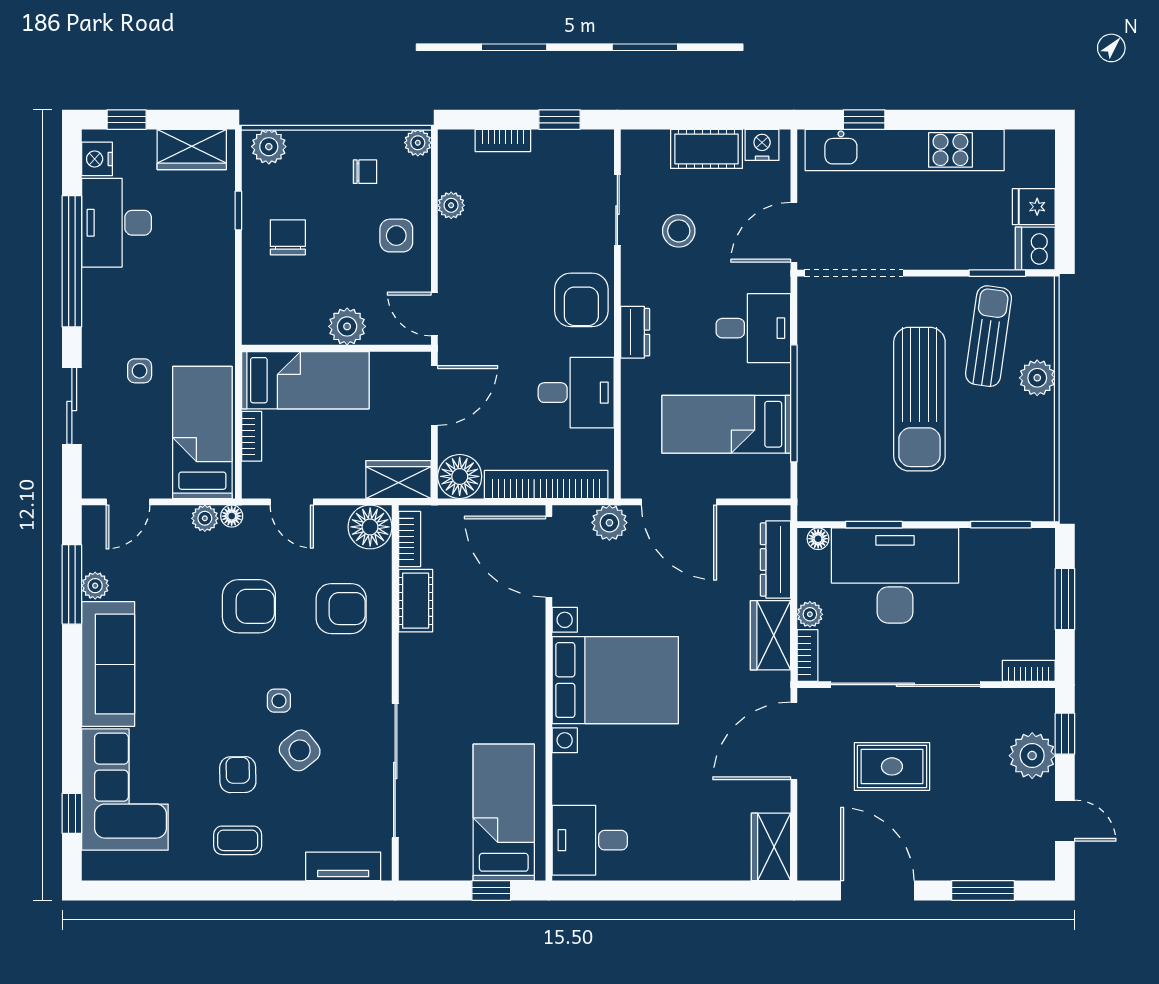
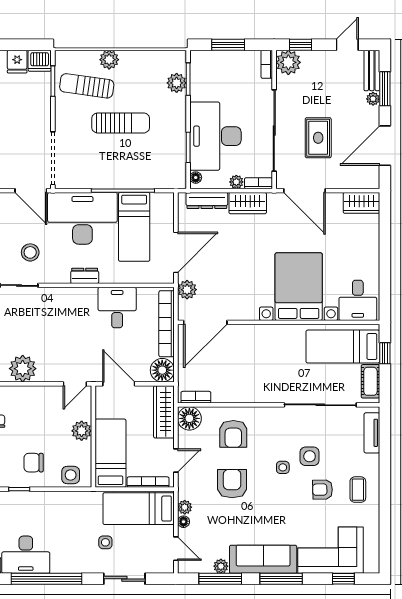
plant: (451, 205) -> (23, 369), width x1.88, depth x1.88
side table: (396, 236) -> (71, 475), moved
armchair: (581, 300) -> (67, 305), removed
desk: (753, 328) -> (82, 218), width x1.87, depth x1.30
sun lounger: (919, 399) -> (121, 123), width x0.73, depth x0.75
bookcase: (252, 436) -> (148, 482), width x1.56
wardrobe: (399, 480) -> (164, 412), width x1.50
plant: (994, 503) -> (177, 83), added
floor lamp: (232, 516) -> (183, 522), moved
cot: (416, 601) -> (370, 381), moved, turned 90
armchair: (341, 609) -> (233, 434), turned 180
bed with nightstands: (615, 680) -> (299, 287), moved
window: (72, 698) -> (281, 579), added
side table: (300, 750) -> (310, 456), turned 38
plant: (1032, 756) -> (288, 62), moved
bench: (1017, 866) -> (372, 70), added
plant: (964, 869) -> (373, 99), added

